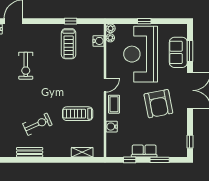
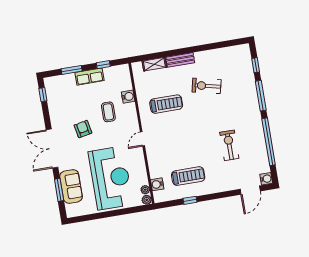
window: (144, 21) -> (113, 213), removed
treadmill: (69, 44) -> (188, 176), turned 90
coffee table: (114, 104) -> (108, 112), moved
armchair: (158, 104) -> (83, 129), width x0.53, depth x0.53
exercise bike: (37, 124) -> (207, 86), turned 37
bench: (30, 152) -> (180, 60), moved

